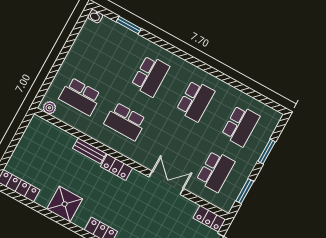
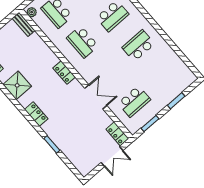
school desk: (195, 101) -> (138, 46), turned 180
school desk: (241, 126) -> (164, 75), removed
bench: (89, 151) -> (24, 24), moved

